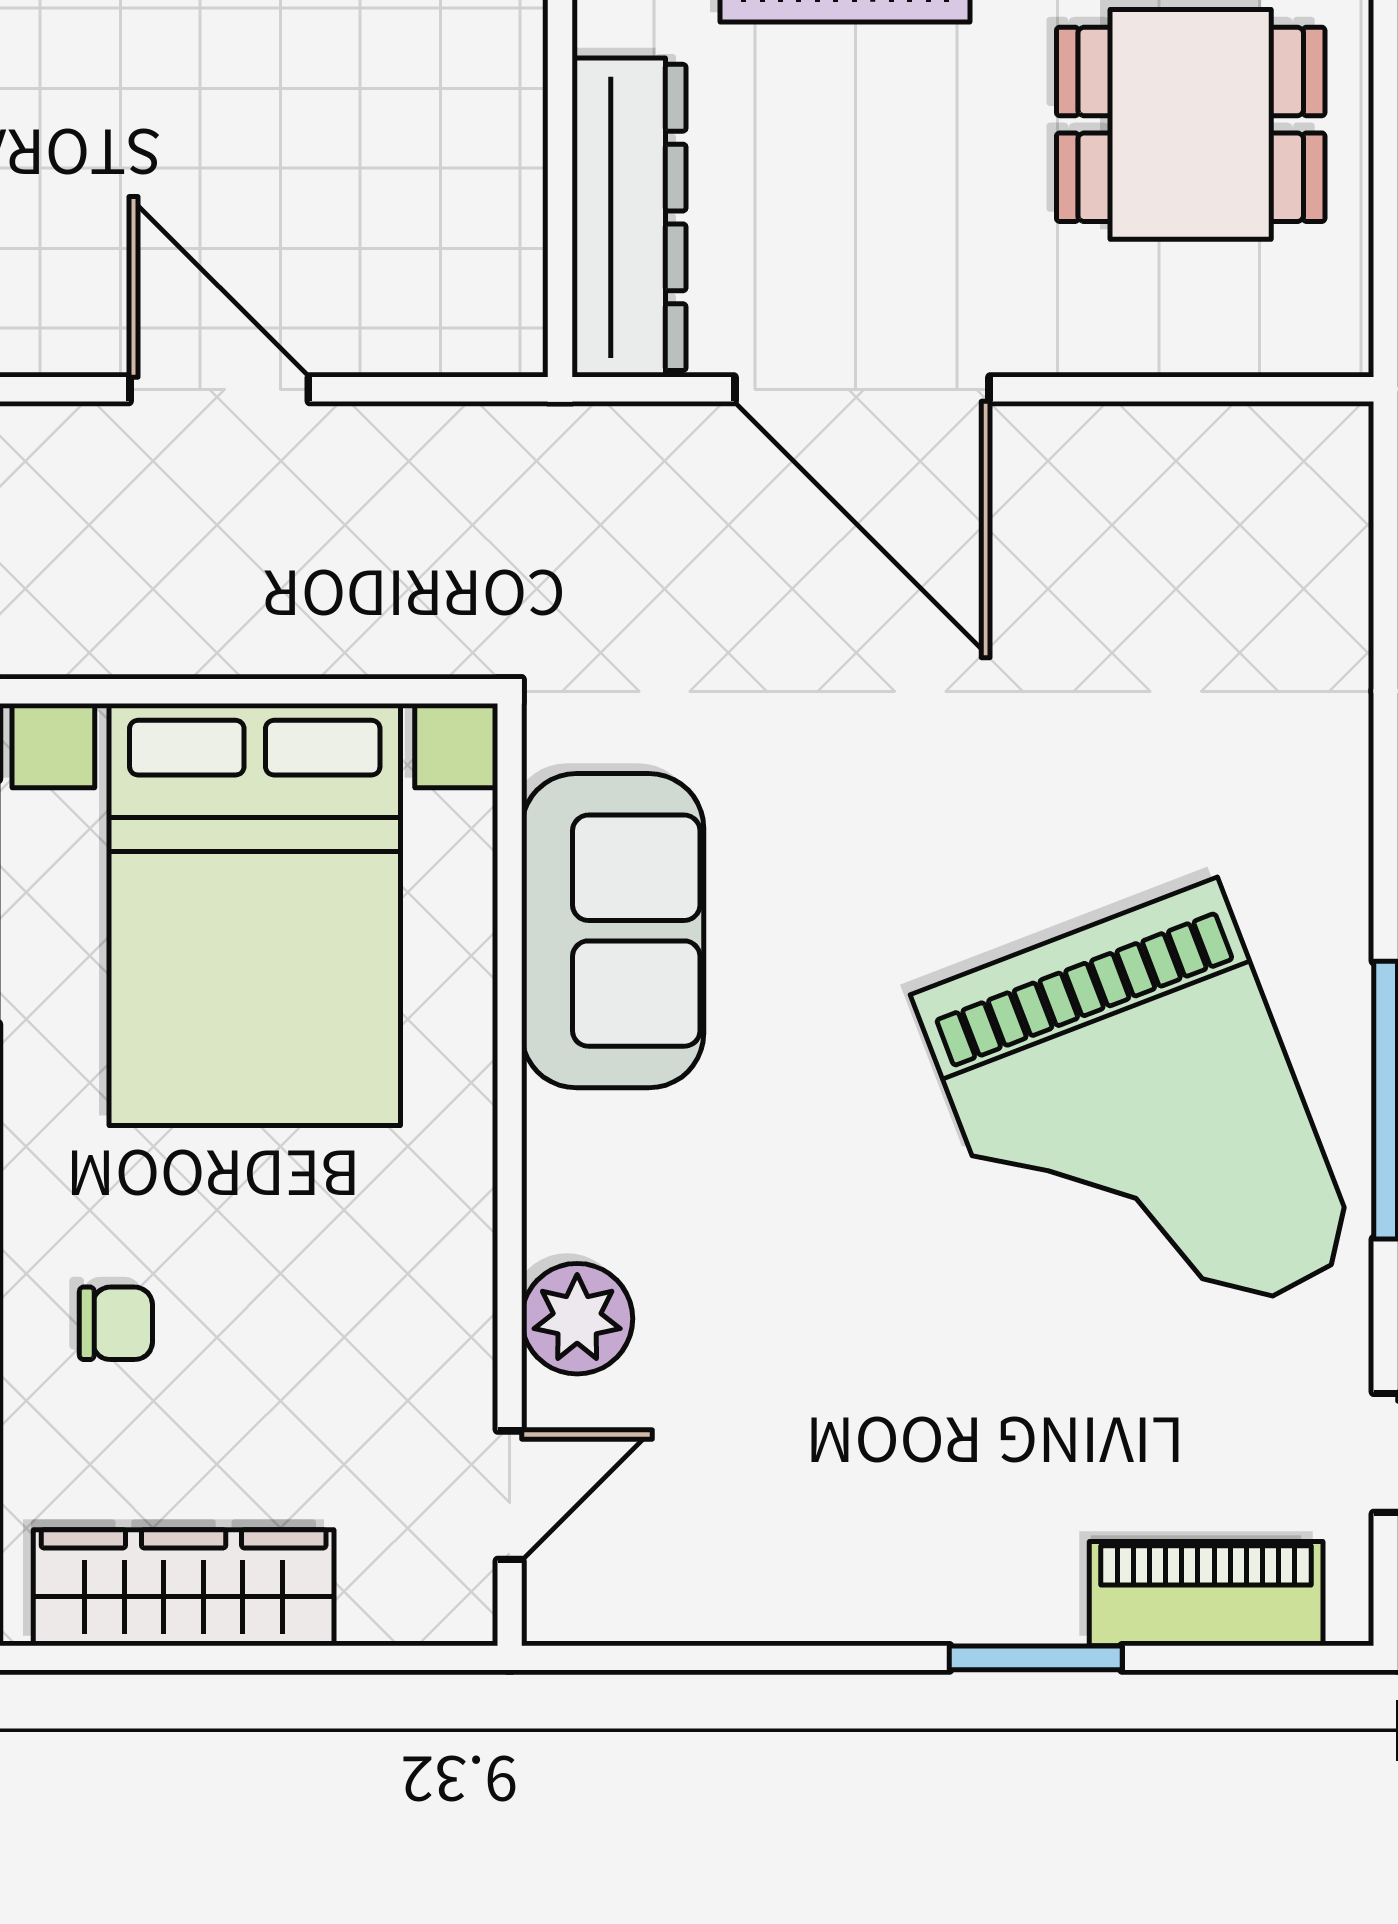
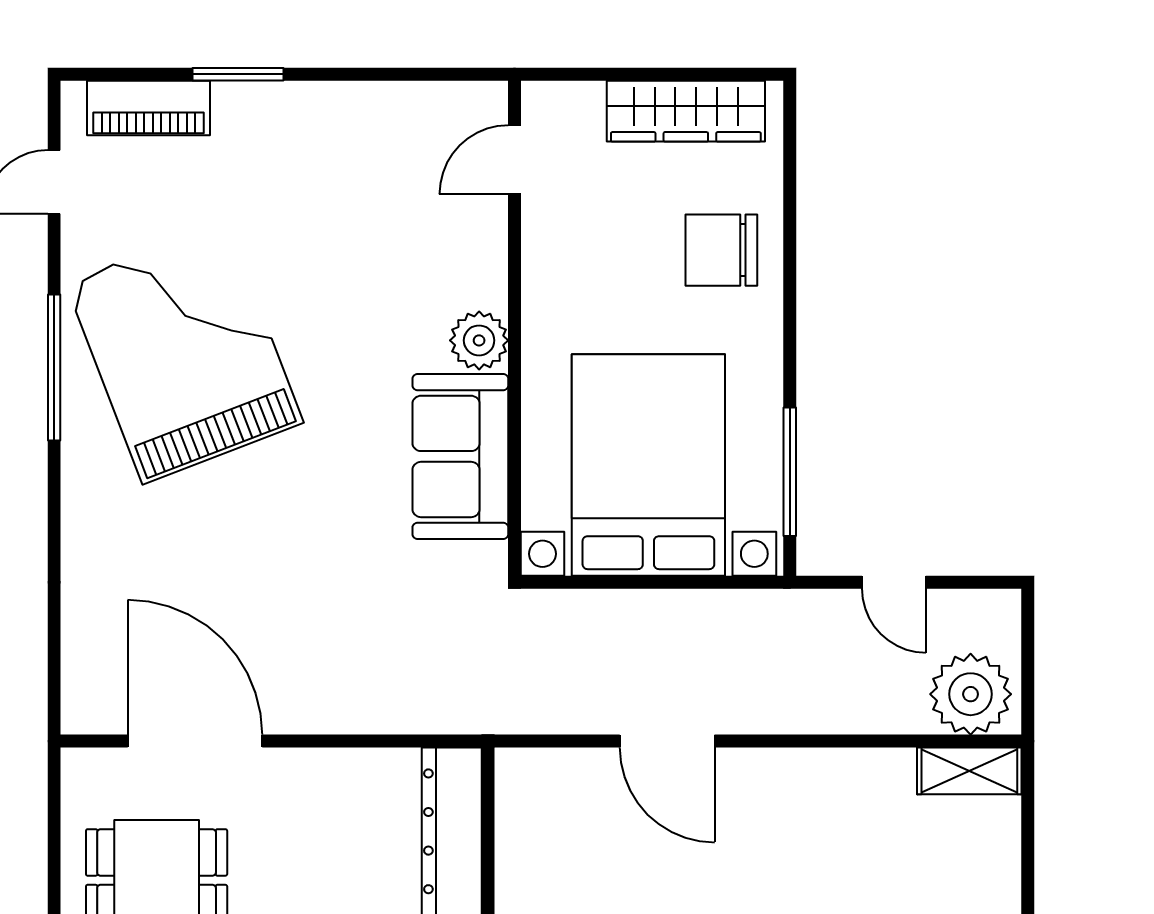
door: (862, 389) -> (195, 741), moved
plant: (577, 1319) -> (479, 340), moved
chair: (116, 1323) -> (721, 250), width x1.87, depth x1.87

